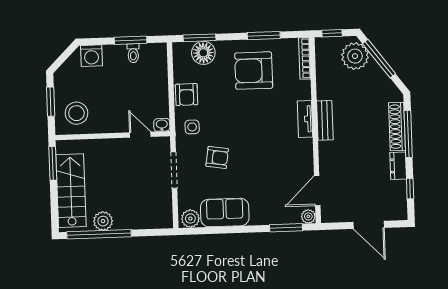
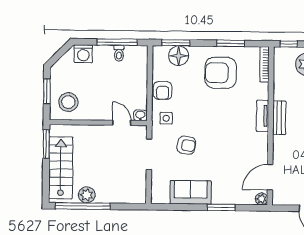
window: (131, 40) -> (117, 42), width x1.44
plant: (190, 219) -> (161, 196), removed
window: (286, 228) -> (221, 207), moved

